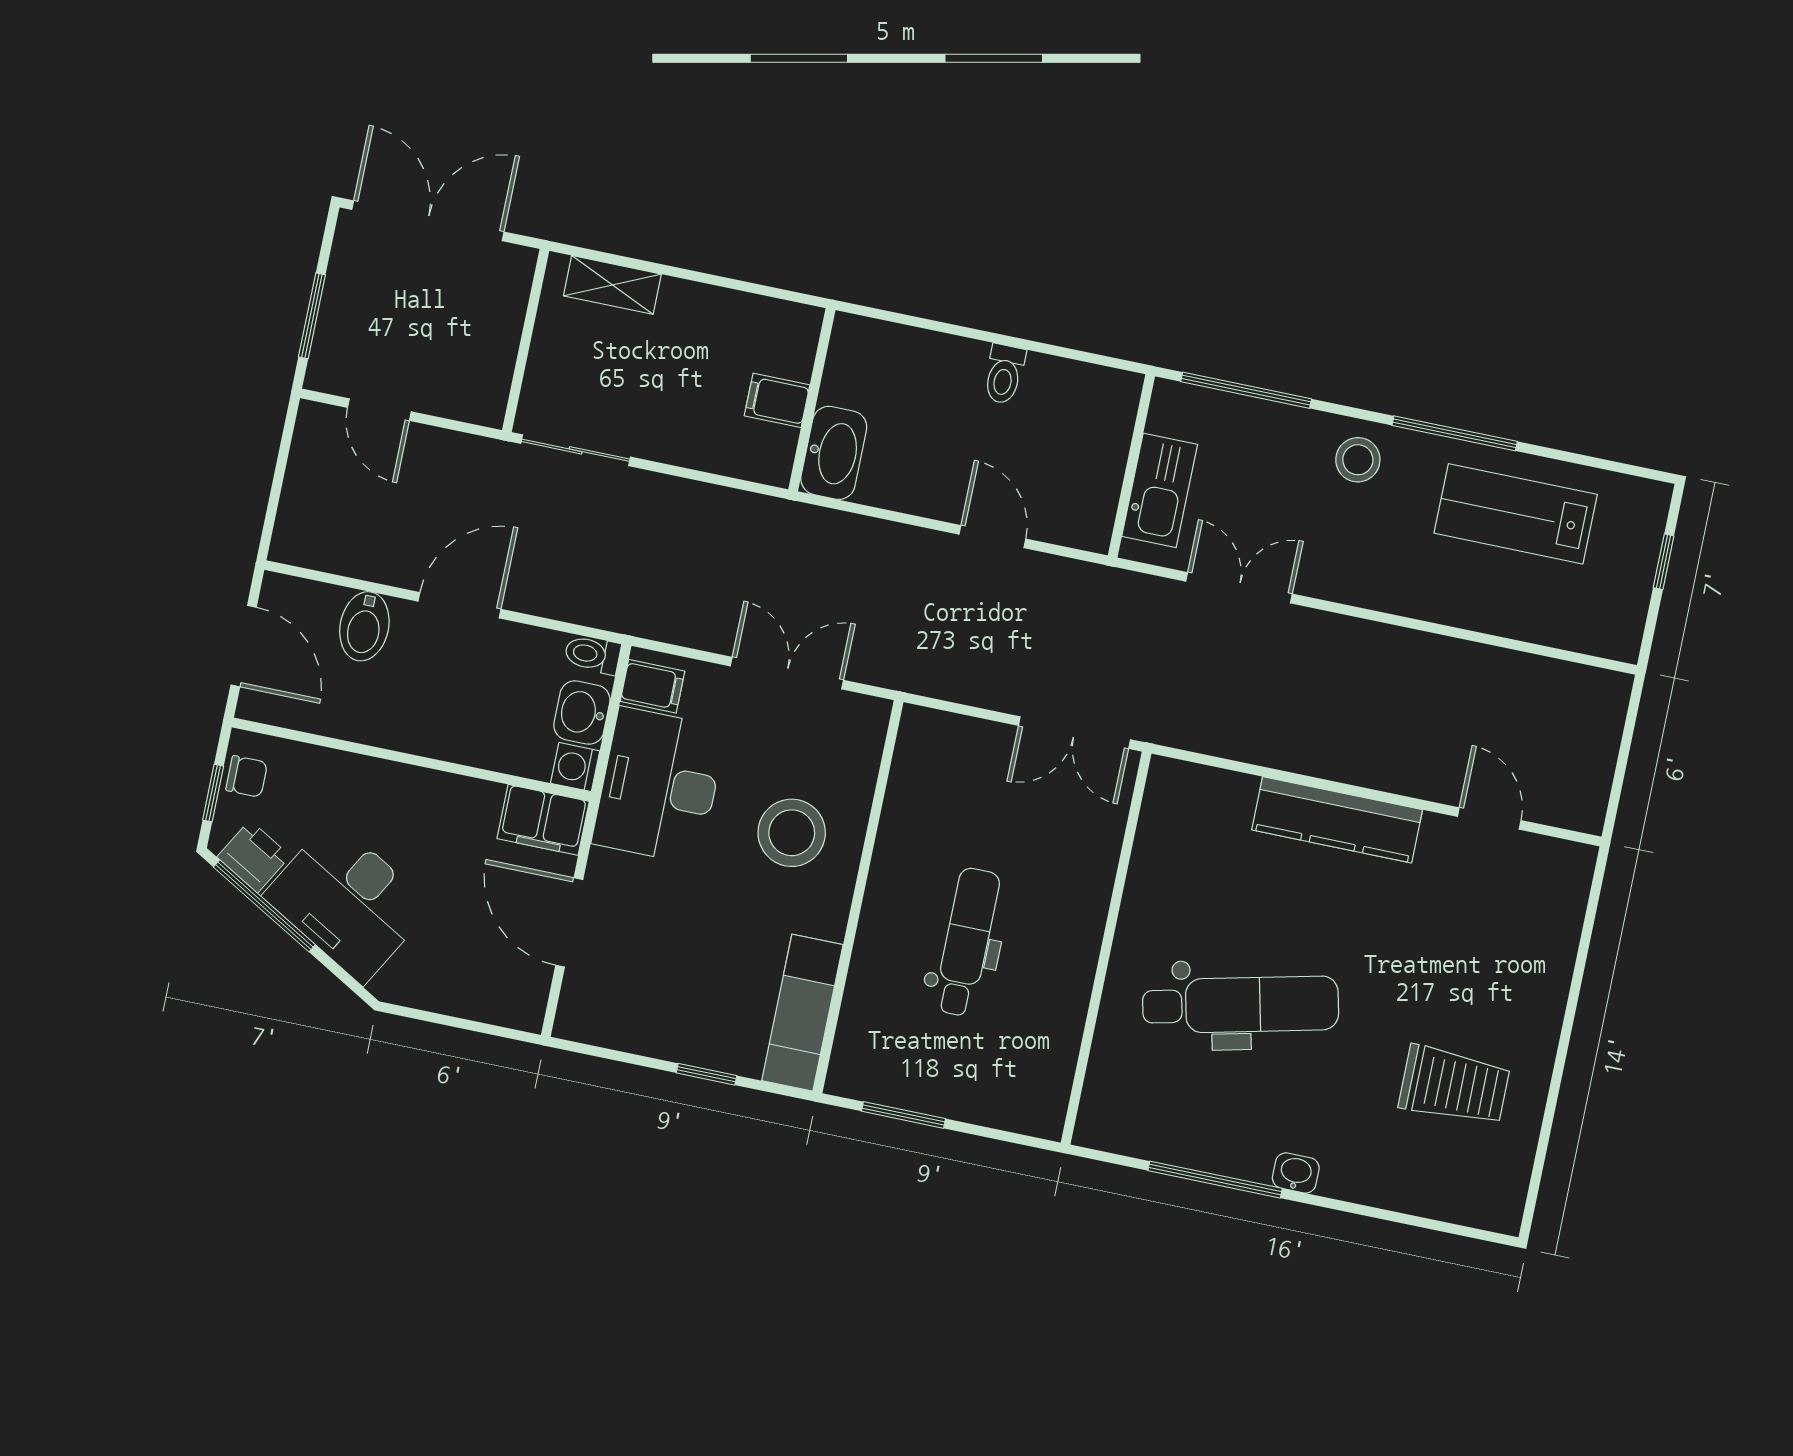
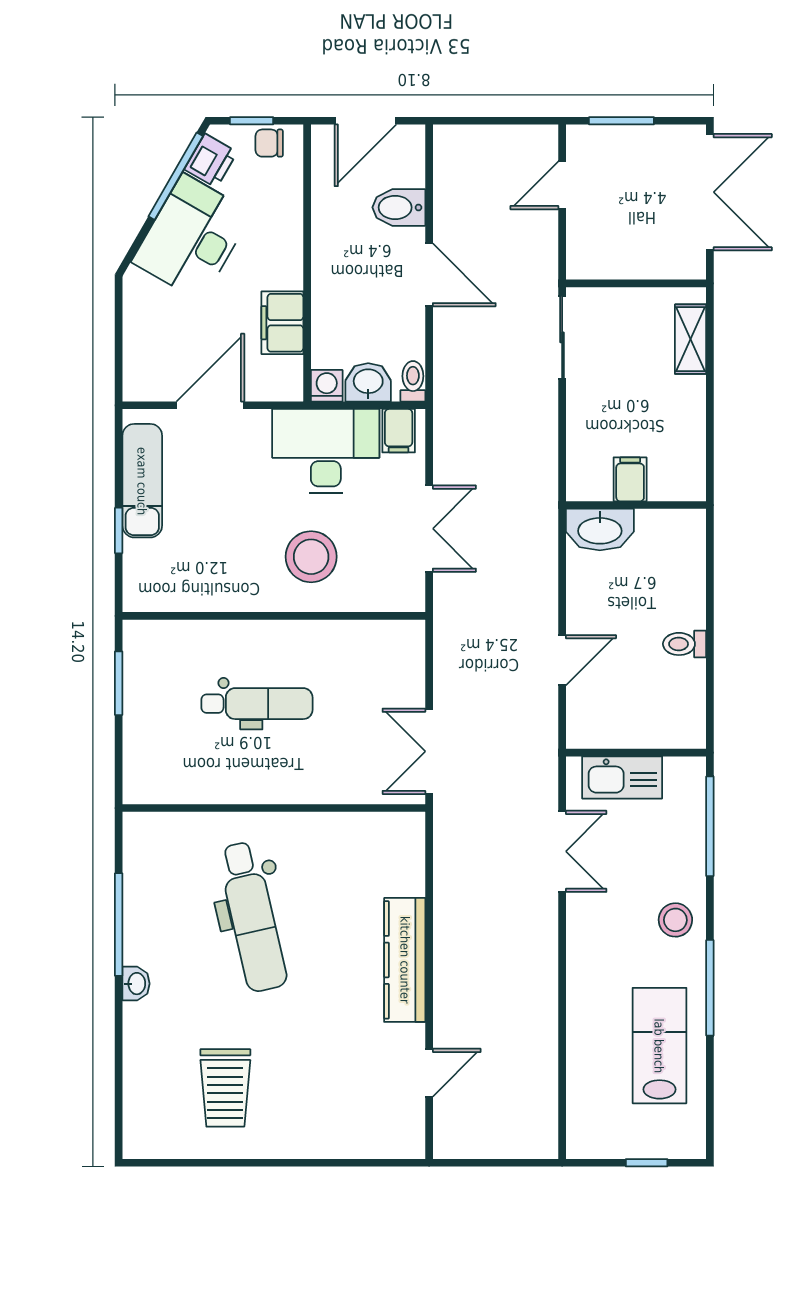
chair: (247, 776) -> (269, 143), turned 90
filing cabinet: (543, 820) -> (282, 323), moved
exam couch: (802, 1013) -> (142, 481), moved, turned 90

